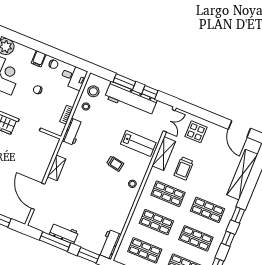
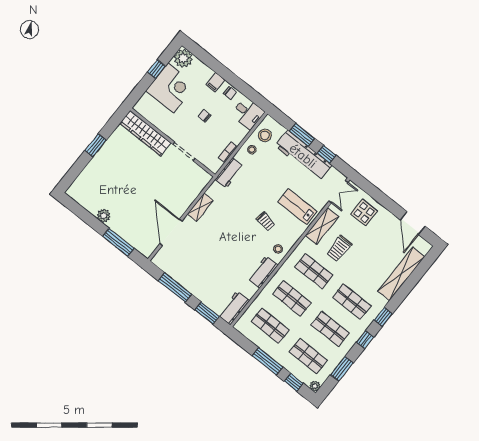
lab bench: (138, 143) -> (297, 207), turned 180
workbench: (64, 233) -> (263, 272), moved, turned -90

